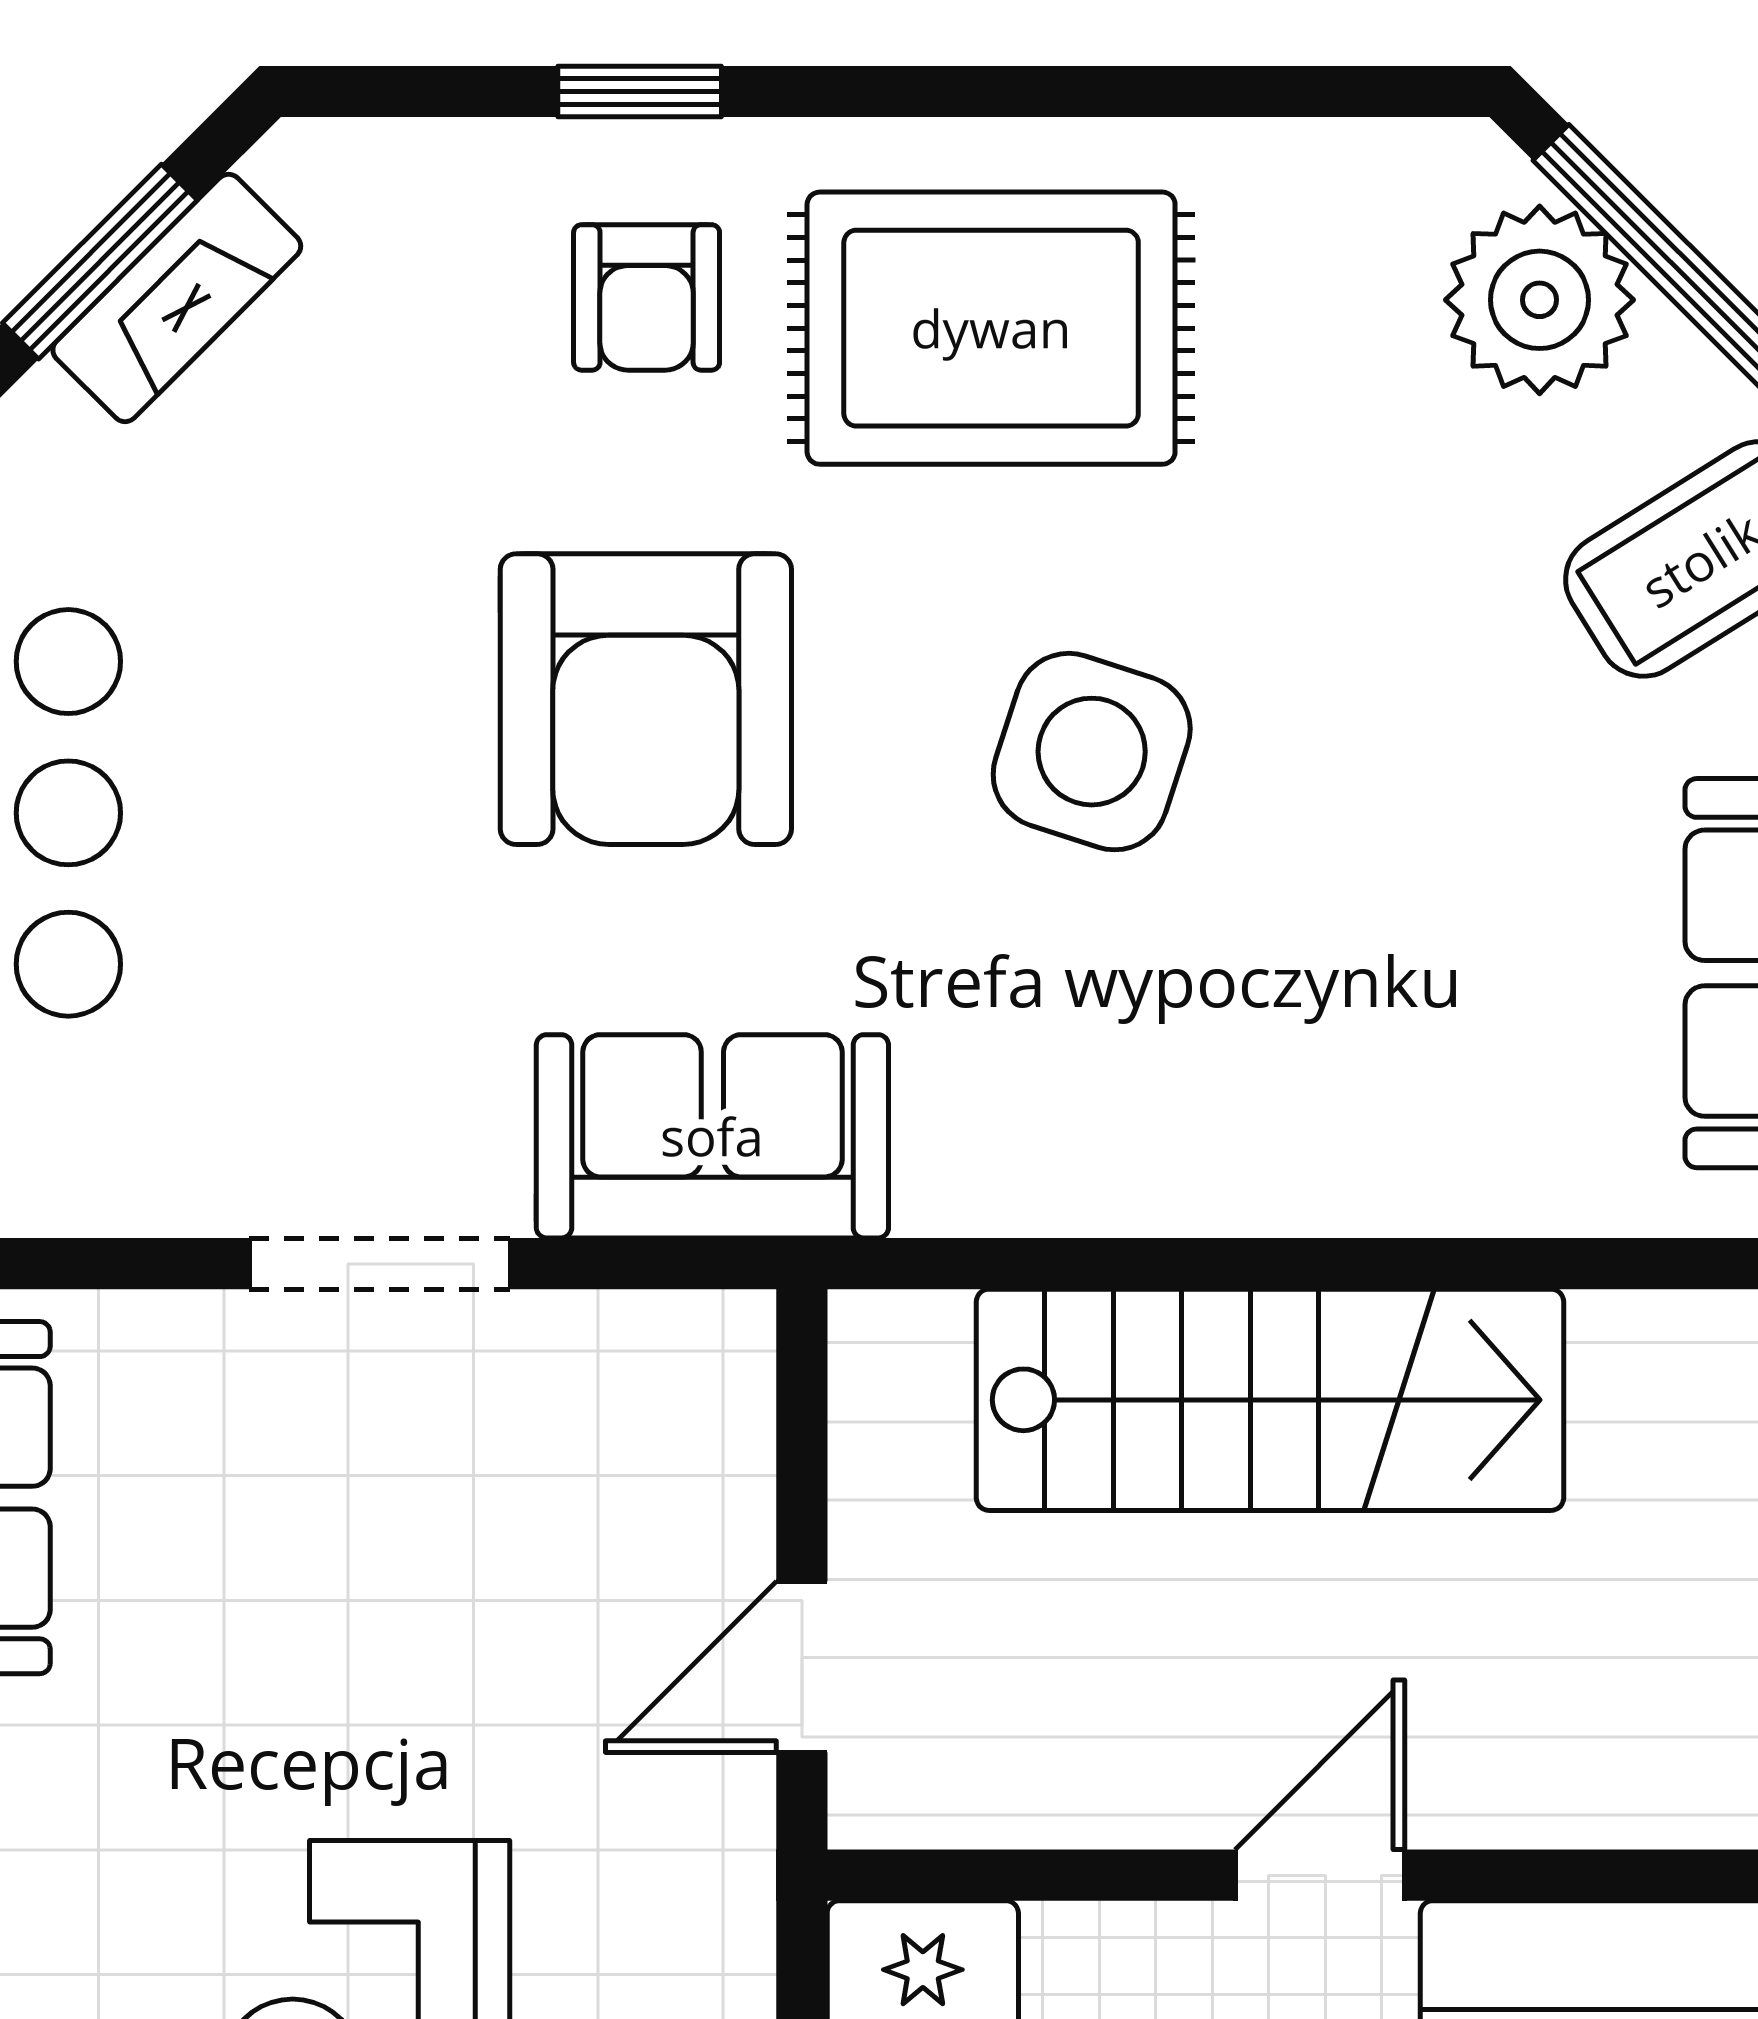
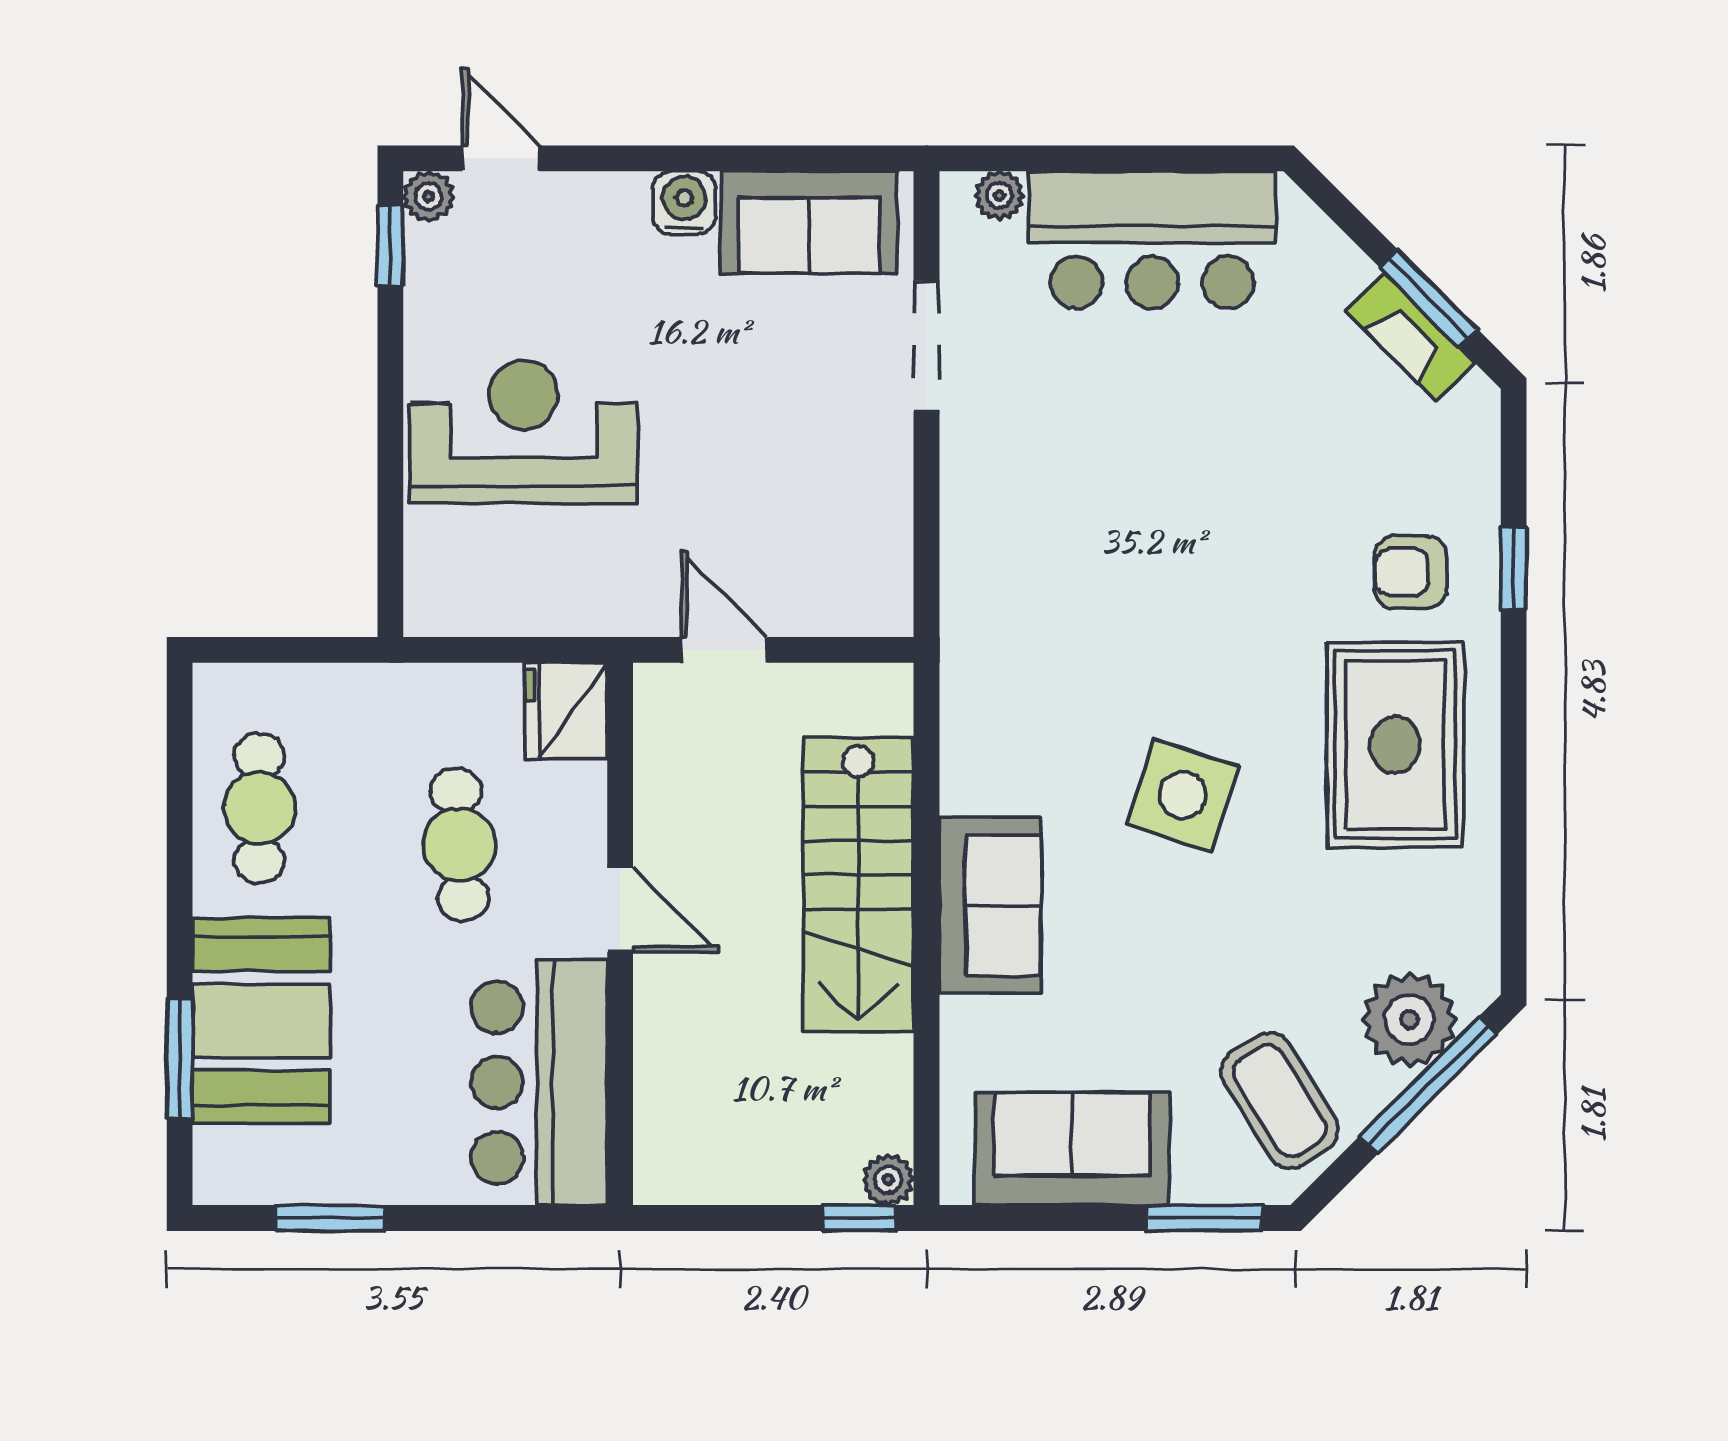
armchair: (646, 699) -> (1209, 572), removed
sofa: (712, 1136) -> (990, 906), moved
doorway: (380, 1264) -> (926, 346), moved

